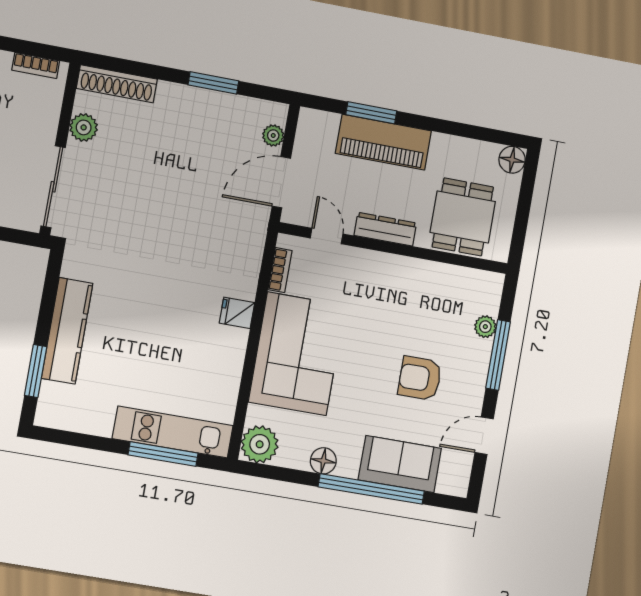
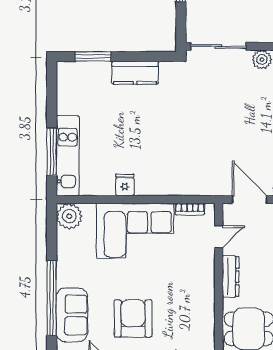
fridge: (237, 313) -> (125, 185), moved
kitchen counter: (67, 331) -> (135, 73), width x0.67
armchair: (420, 378) -> (133, 318), width x1.36, depth x1.36
floor lamp: (323, 461) -> (65, 262), removed

